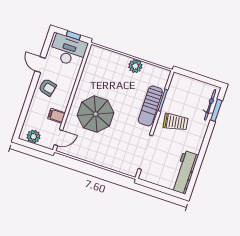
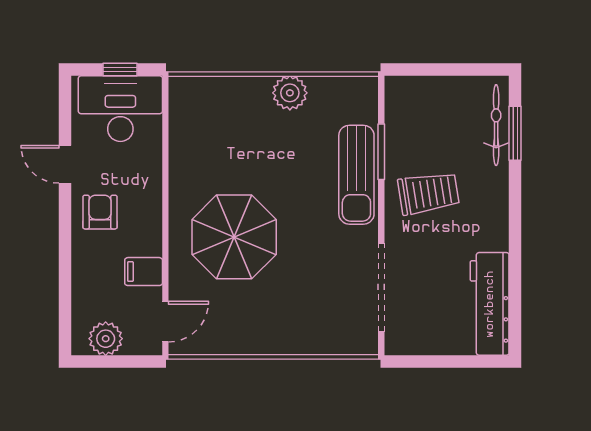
armchair: (47, 87) -> (100, 212), turned -103

